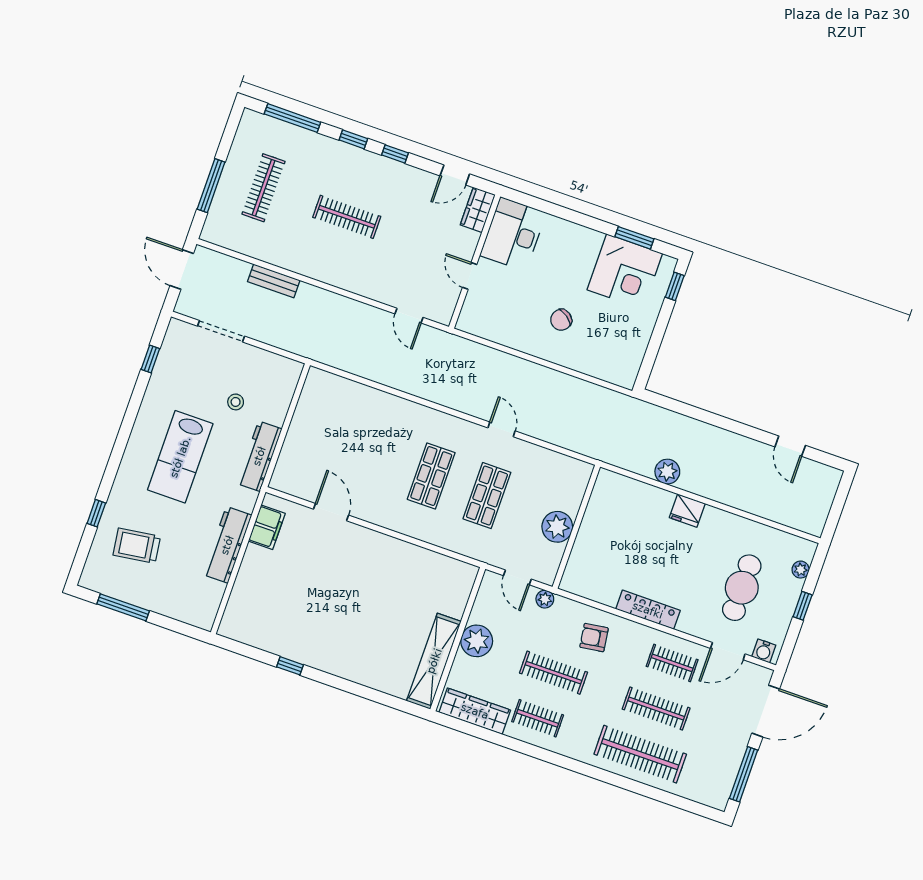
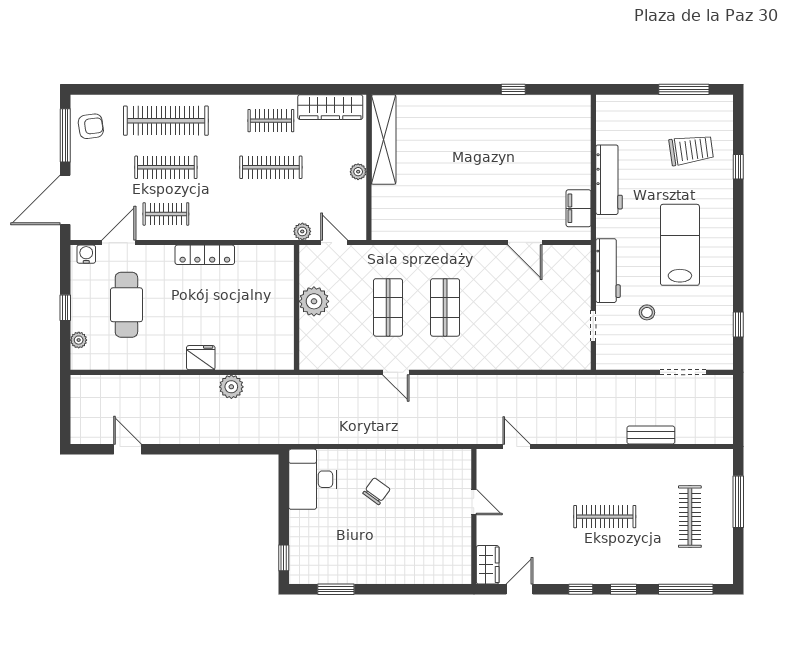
desk: (513, 234) -> (313, 479), moved, turned 180
door: (182, 269) -> (738, 416), removed
corner desk: (625, 272) -> (334, 555), removed
doorway: (292, 407) -> (593, 326), added
armchair: (594, 638) -> (91, 126), moved
plant: (477, 641) -> (358, 172), width x0.53, depth x0.53

